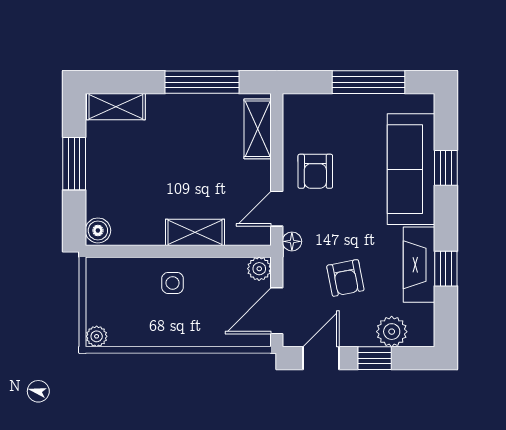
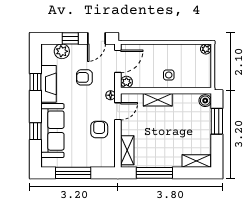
window: (74, 164) -> (217, 121), moved
armchair: (345, 278) -> (84, 77), turned -79

